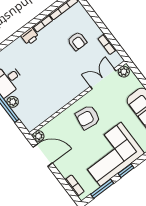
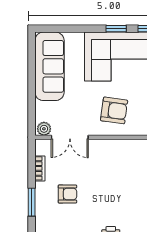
window: (96, 19) -> (32, 202), added
armchair: (77, 41) -> (67, 194), turned 90

